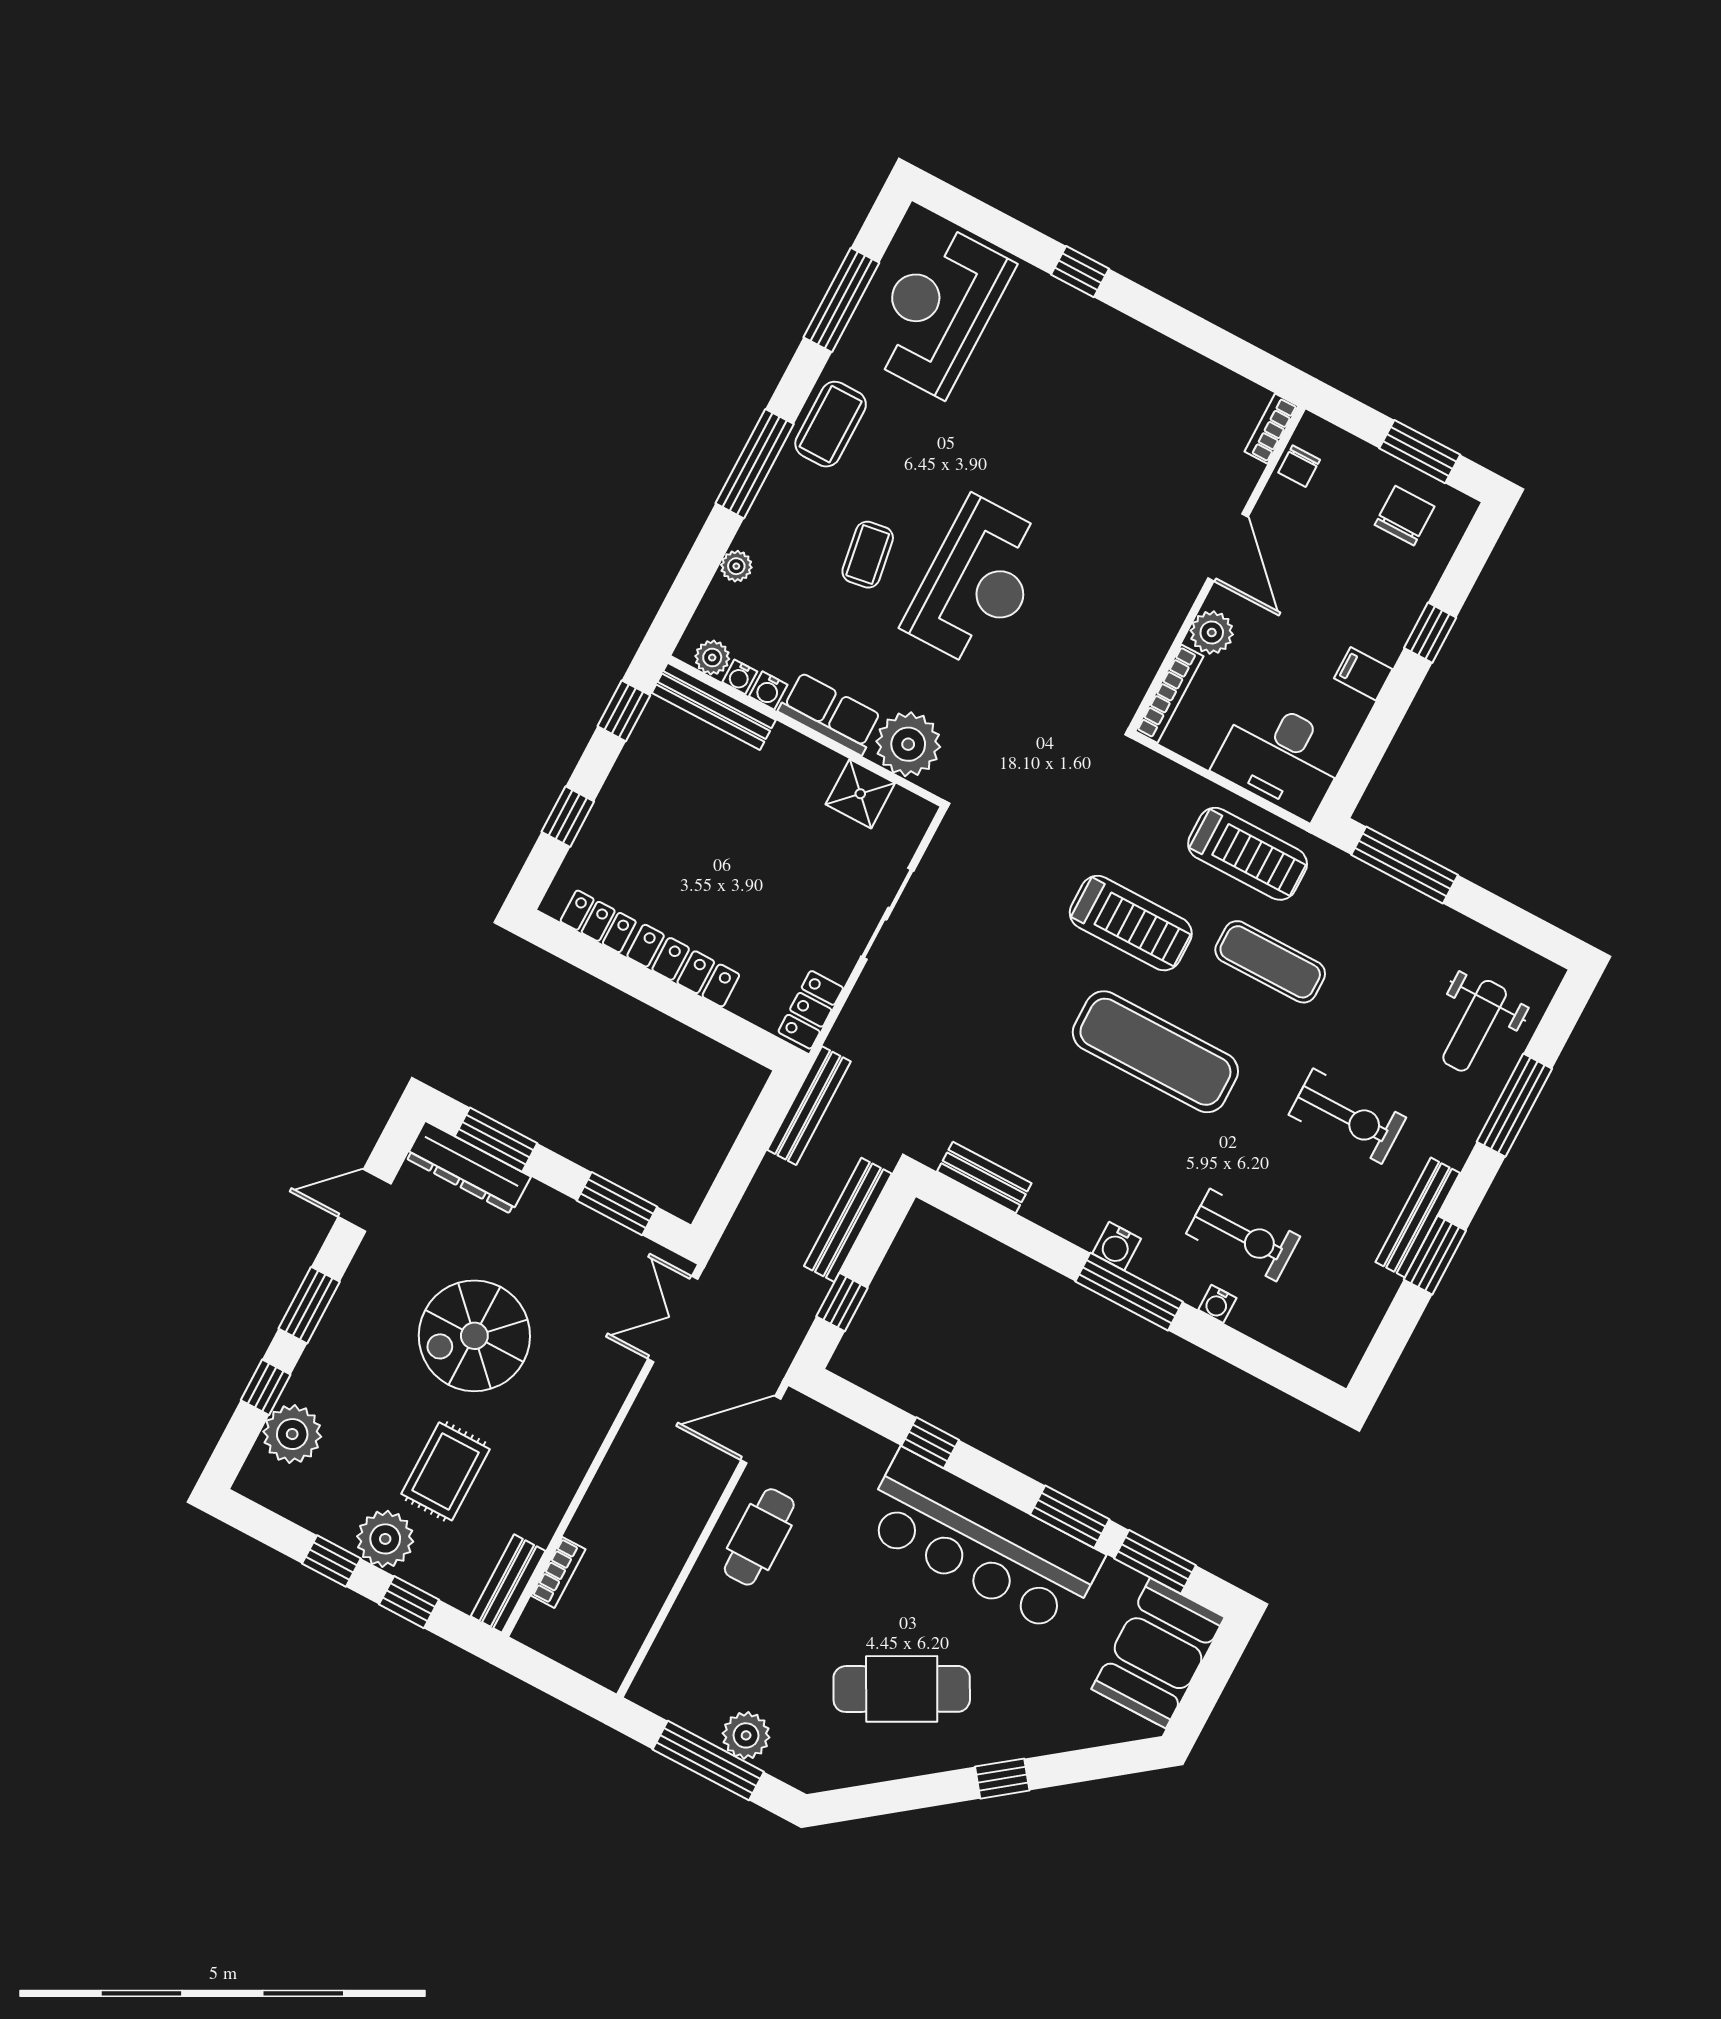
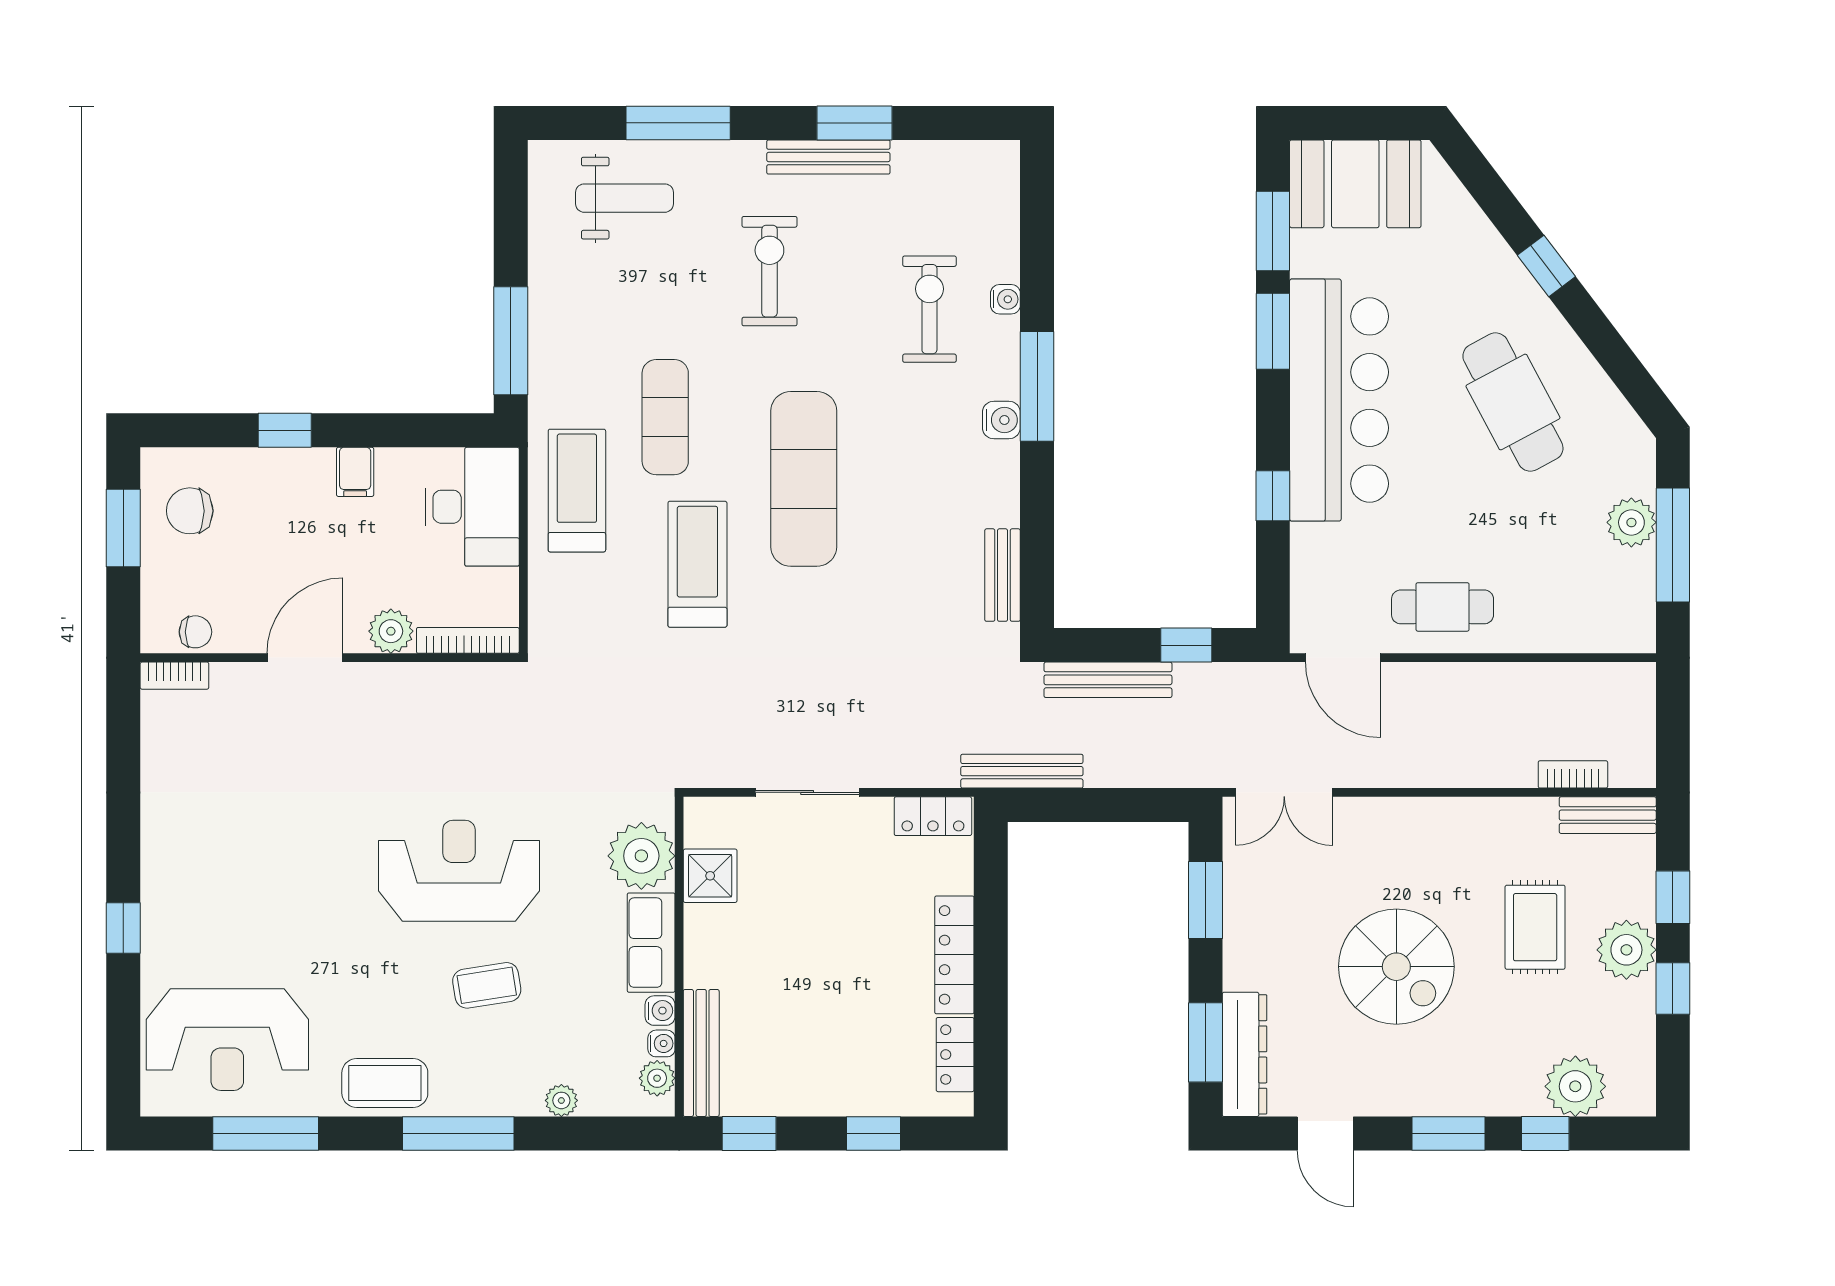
rug: (445, 1471) -> (1535, 927), turned 90

